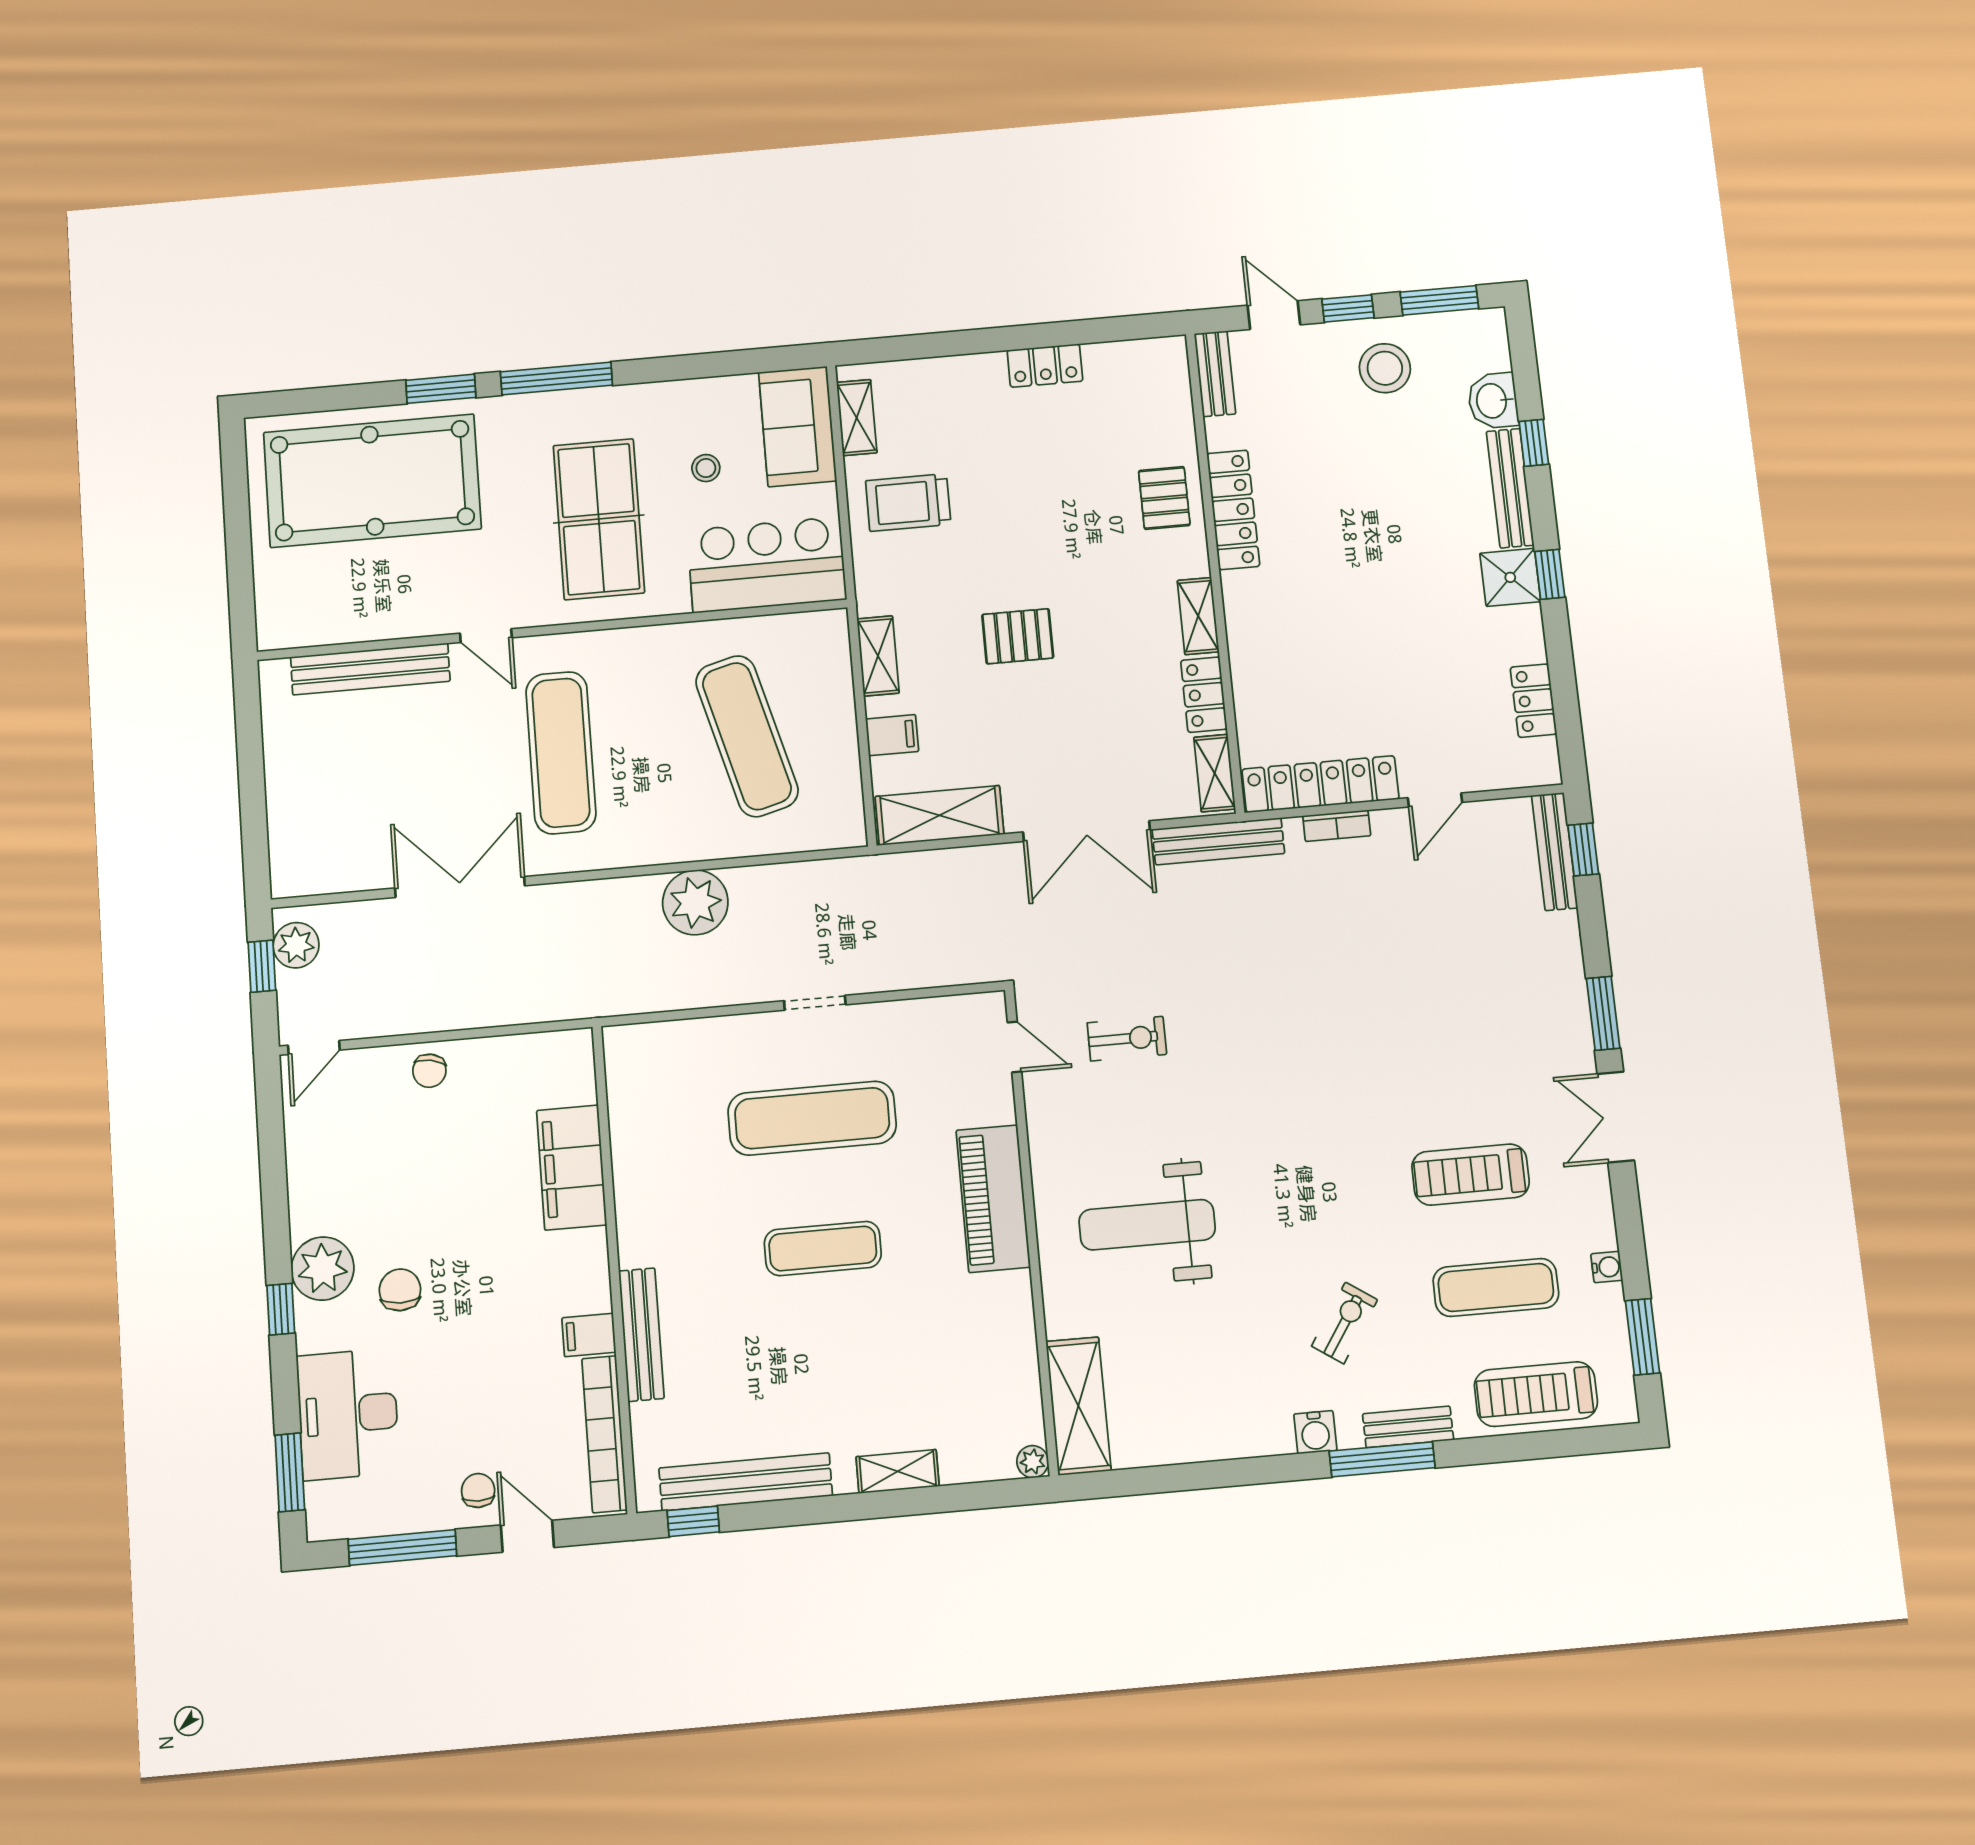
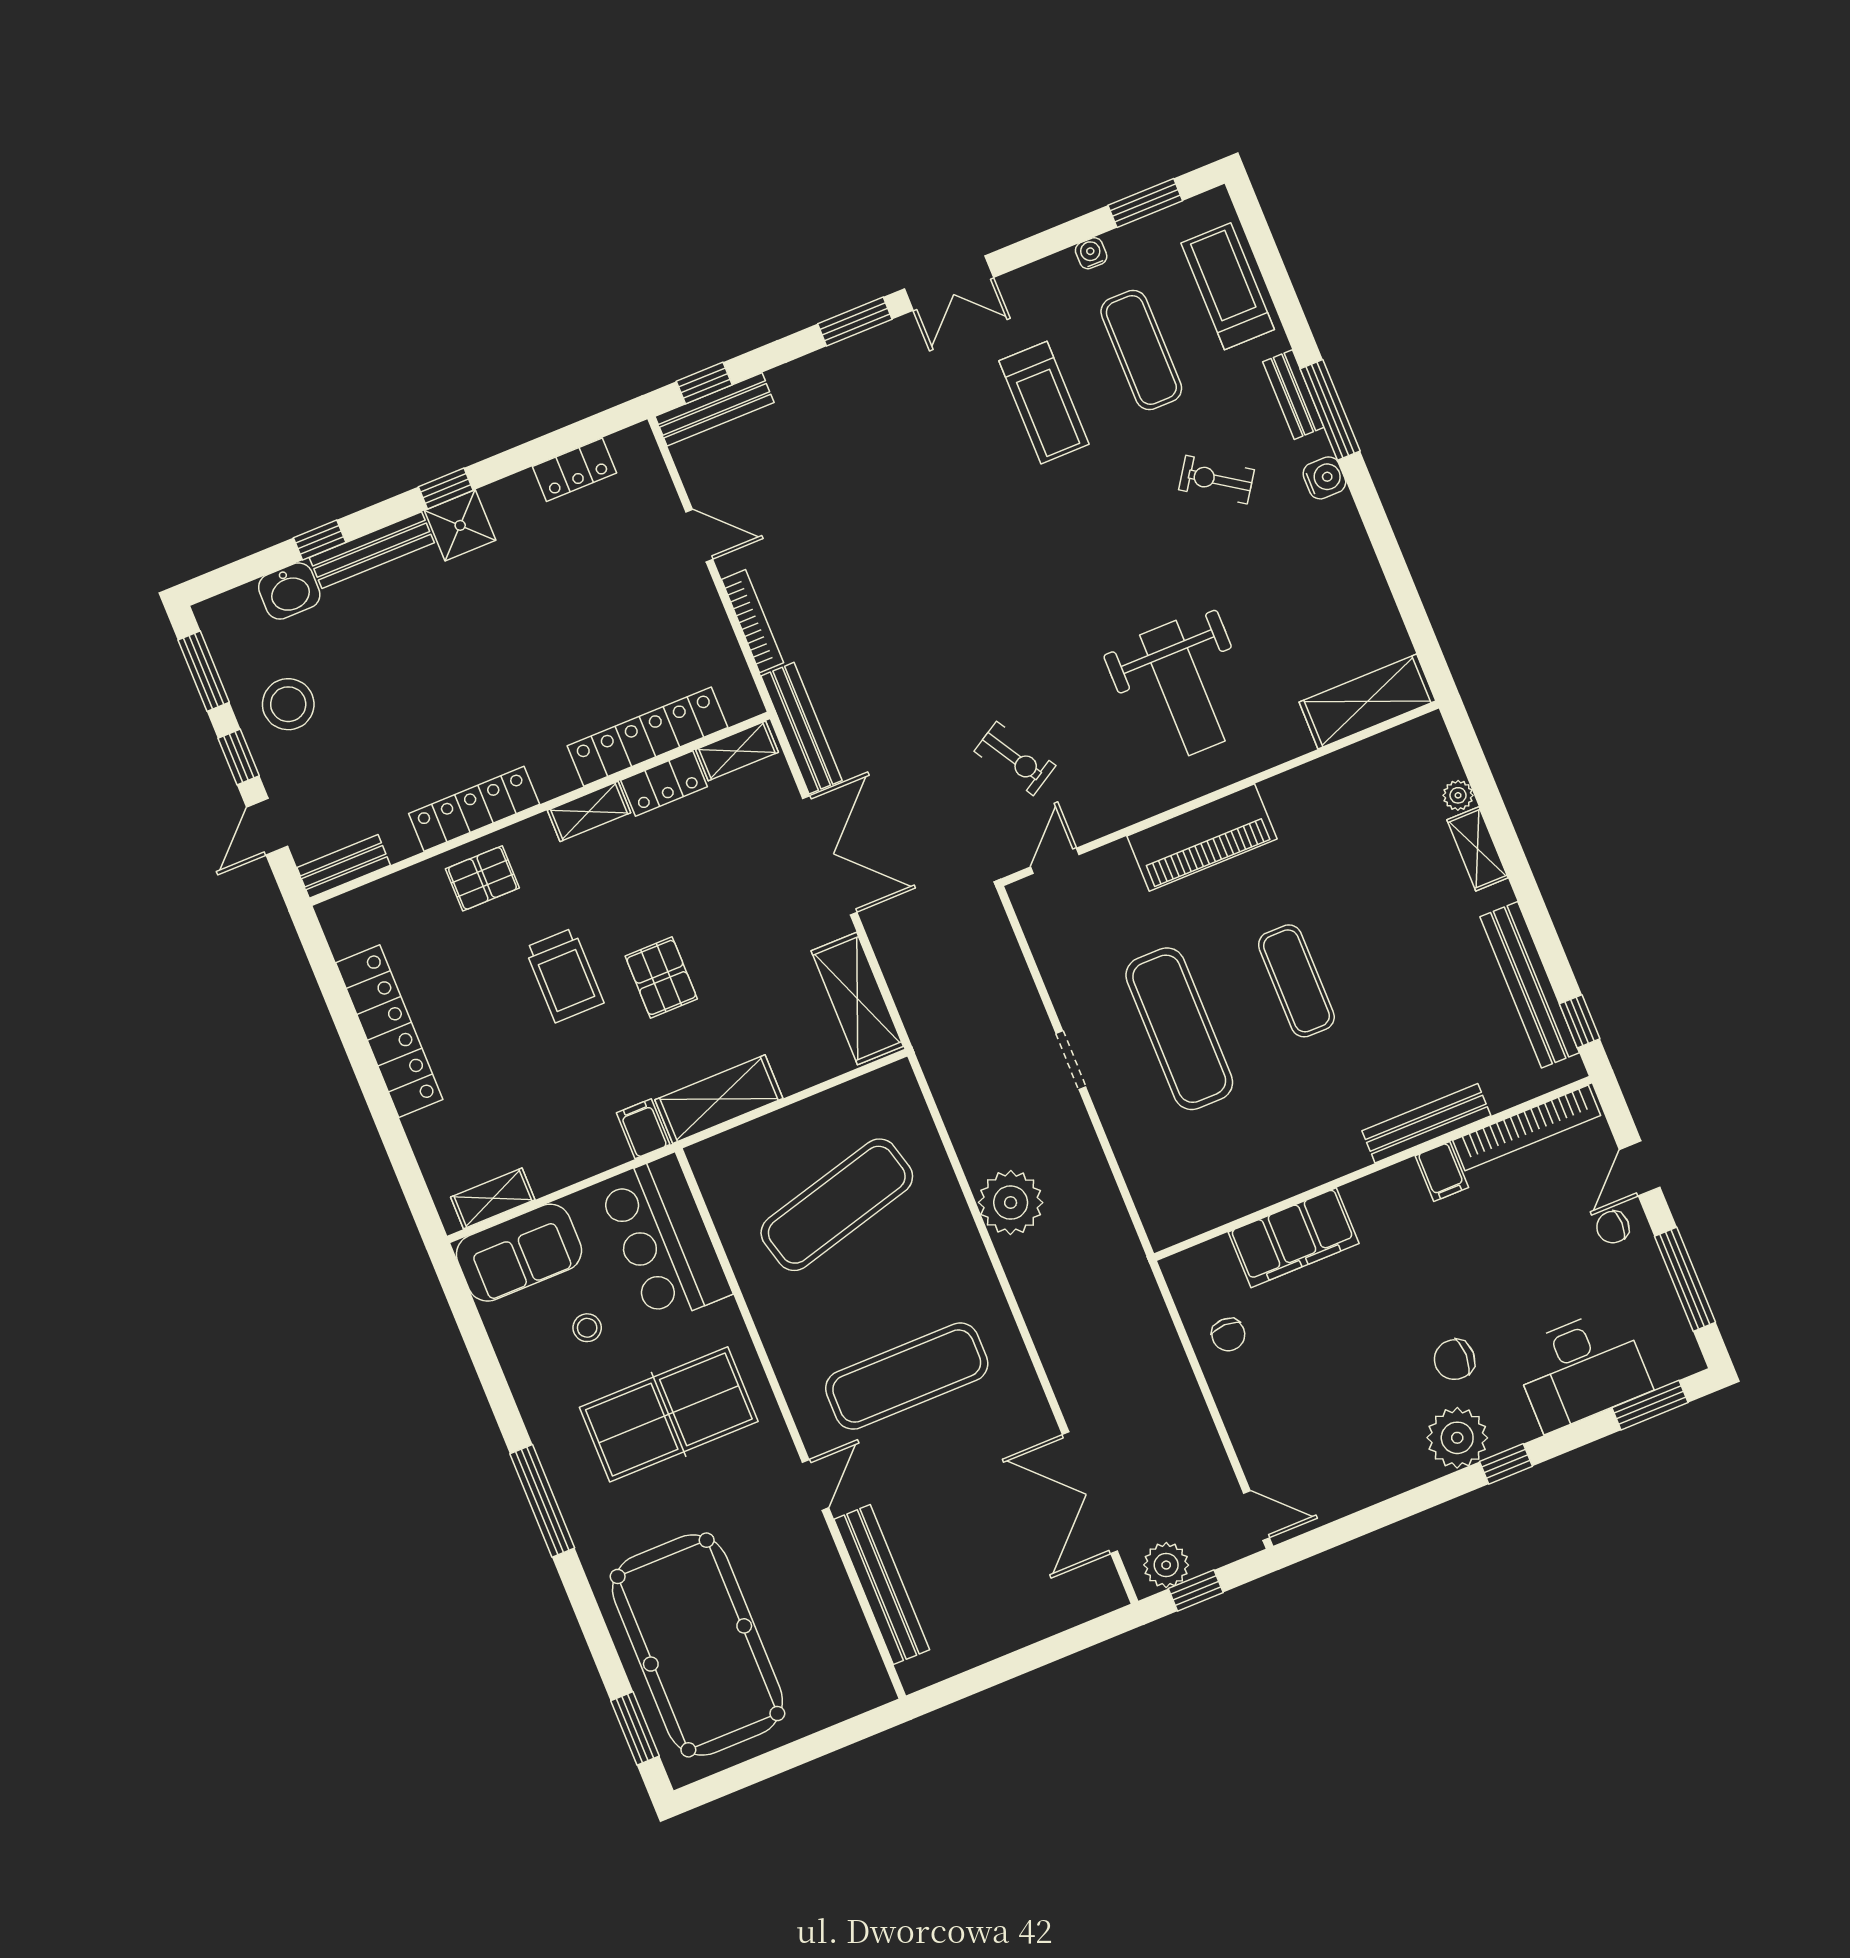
locker: (1045, 366) -> (389, 1031), width x2.16, depth x1.21
window: (441, 389) -> (635, 1728), moved
trolley: (908, 503) -> (564, 975), moved
shelving: (878, 656) -> (719, 1099), width x1.50, depth x1.33
filing cabinet: (892, 735) -> (643, 1129), moved
locker: (1320, 784) -> (647, 737), moved, turned 90
bookcase: (1337, 826) -> (753, 621), width x1.56
double door: (460, 887) -> (1090, 1493), moved
exercise bike: (1127, 1039) -> (1015, 758), turned 149
chair: (429, 1071) -> (1228, 1335), moved, turned 79
treadmill: (1536, 1394) -> (1228, 286), turned 180
plant: (1033, 1462) -> (1458, 795), moved

